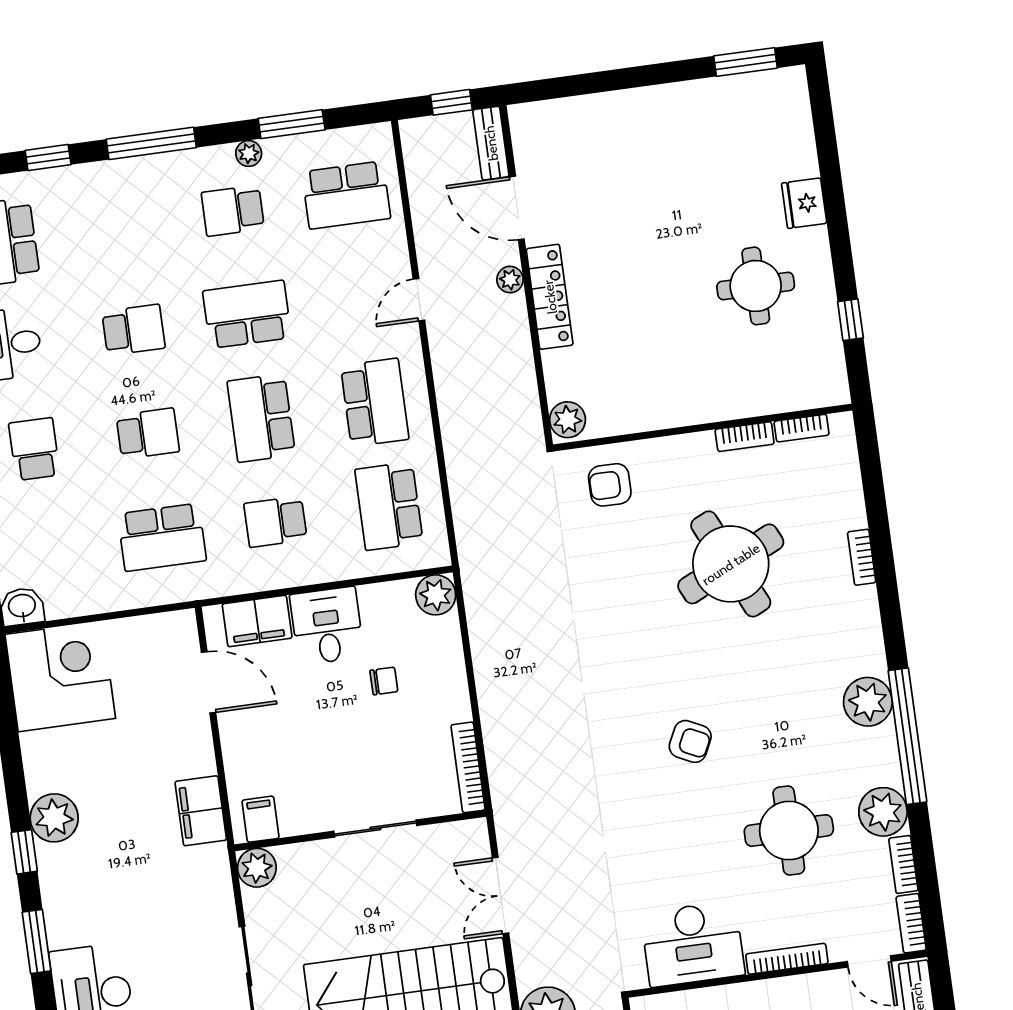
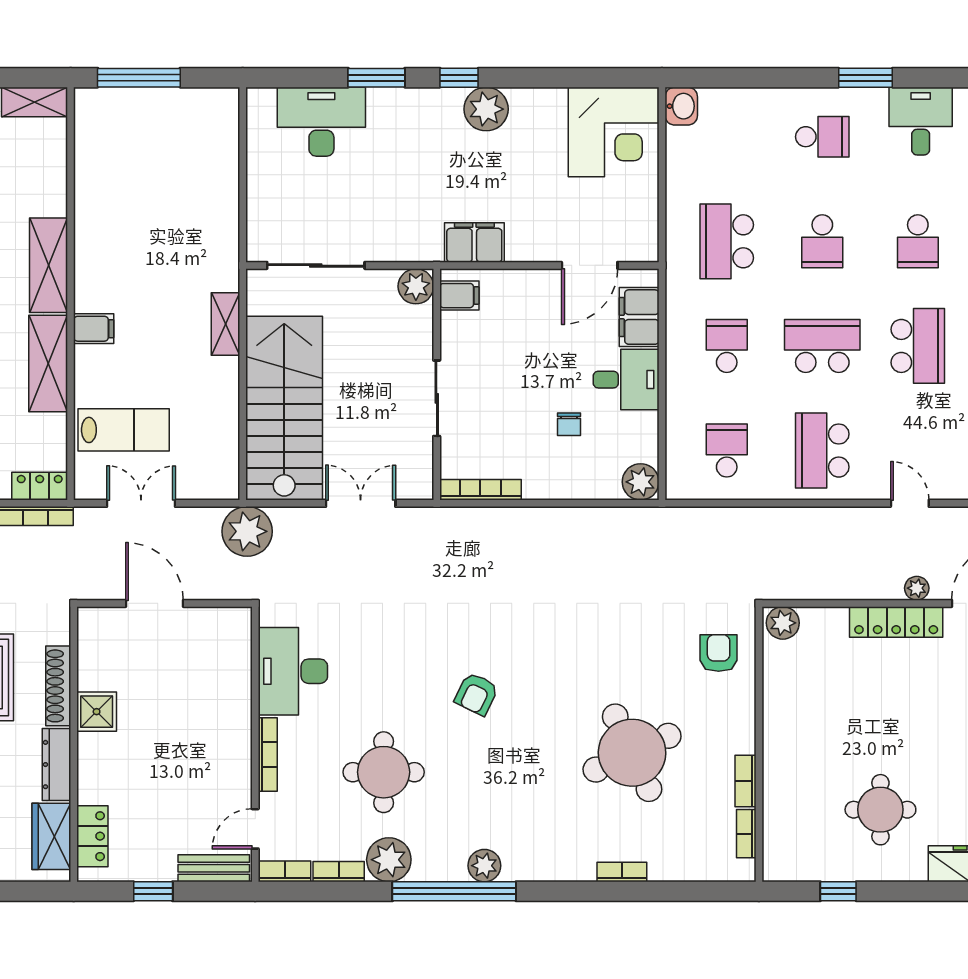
school desk: (375, 402) -> (822, 451), turned 90
school desk: (389, 506) -> (727, 451), width x0.54
plant: (868, 702) -> (484, 866), width x0.73, depth x0.73

